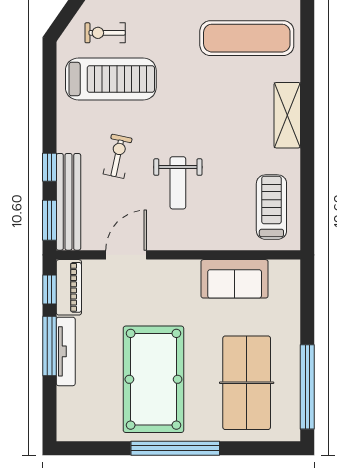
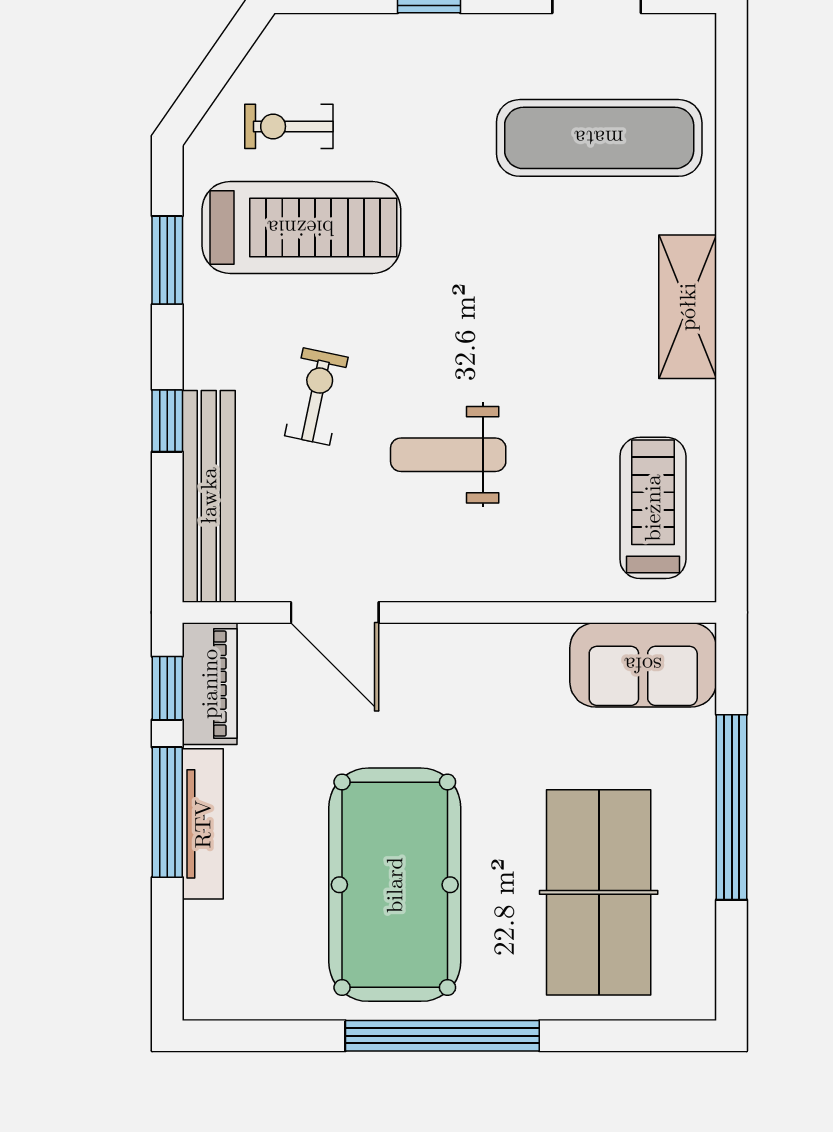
weight bench: (178, 183) -> (448, 455), turned 90
window: (50, 220) -> (167, 260), moved
door: (126, 255) -> (335, 612), swing flipped
sofa: (235, 279) -> (643, 665), moved
window: (307, 387) -> (732, 807), moved

